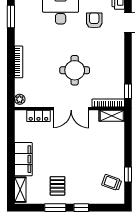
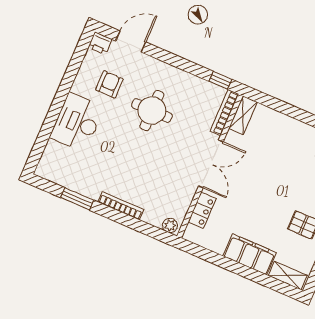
window: (11, 16) -> (77, 199), moved
armchair: (94, 20) -> (109, 84), turned 90
round table: (75, 70) -> (152, 111), moved

